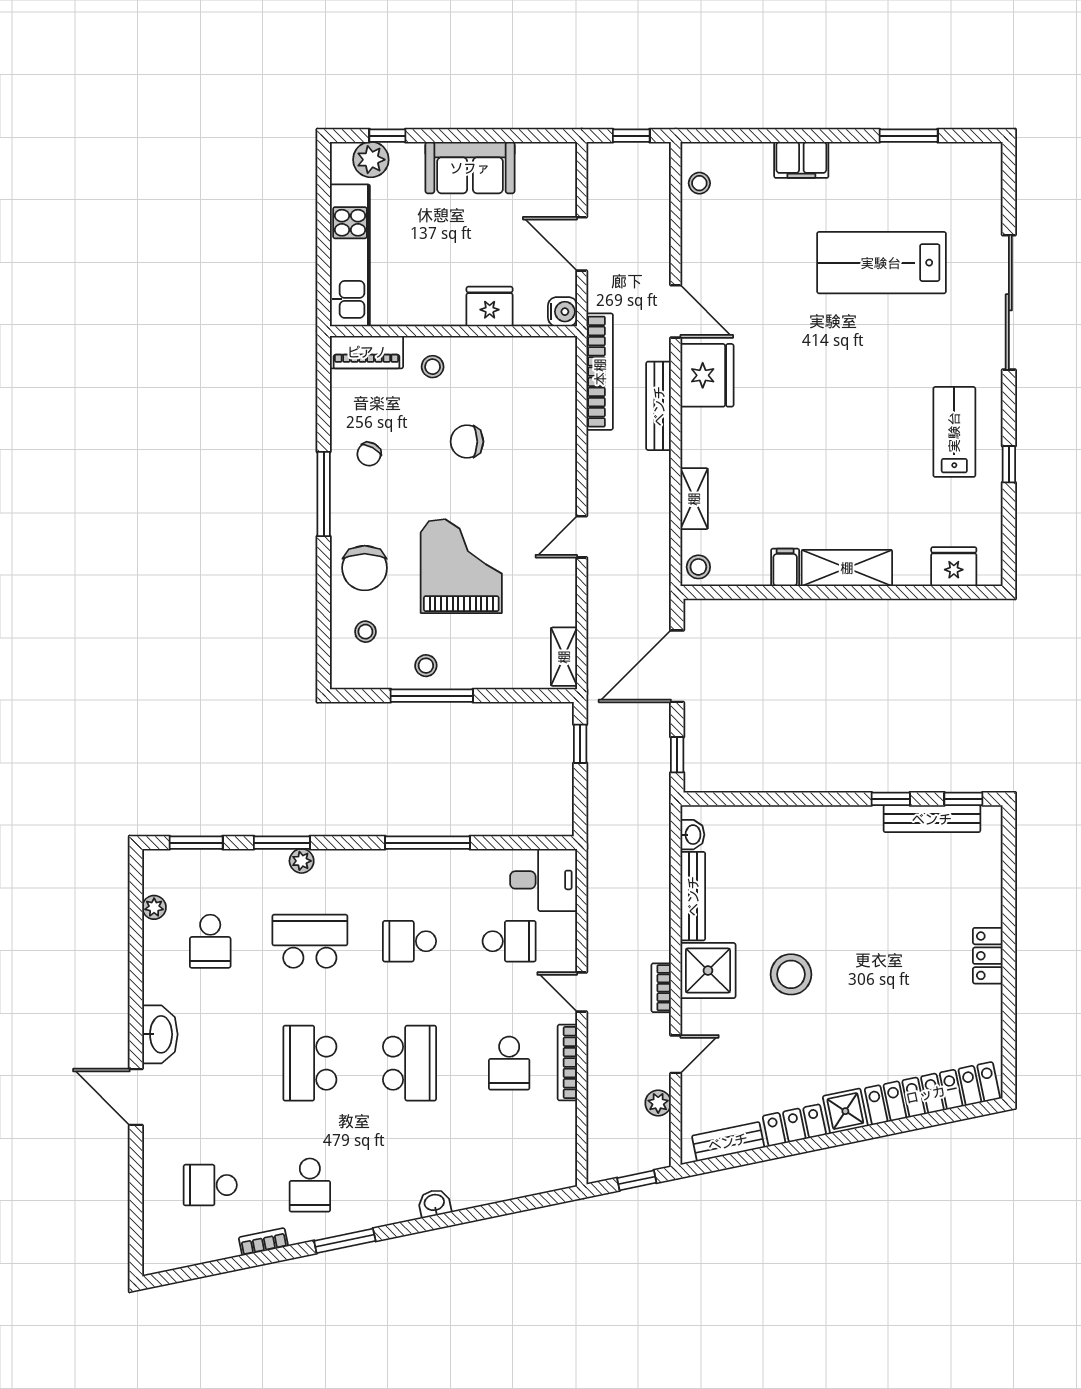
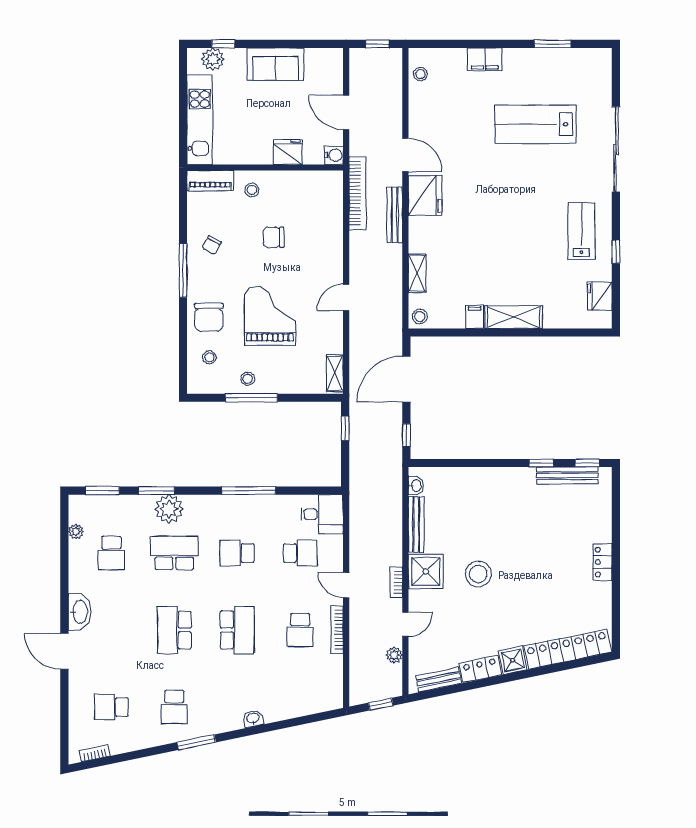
fridge: (954, 567) -> (600, 296), moved, turned -90
plant: (302, 861) -> (169, 509), width x1.88, depth x1.88
bookcase: (263, 1242) -> (95, 753), moved

